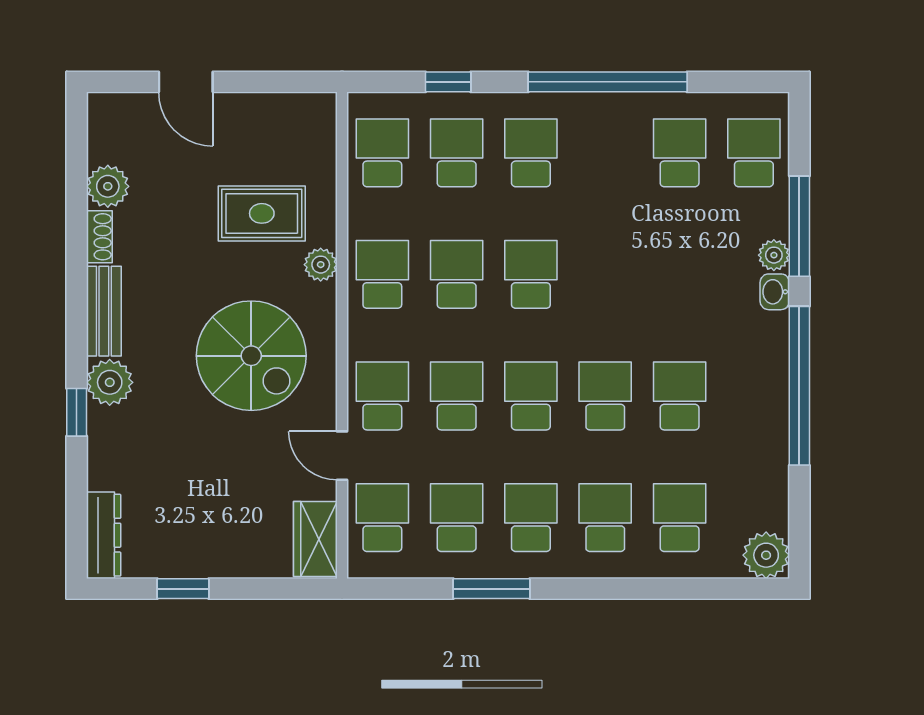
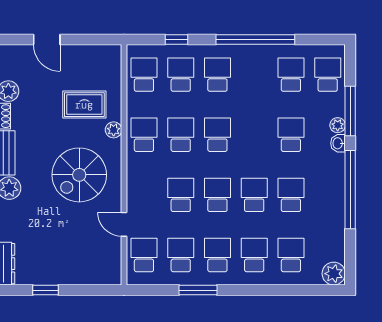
spiral stairs: (251, 356) -> (79, 175), turned 90
school desk: (382, 396) -> (291, 135), moved
wardrobe: (315, 539) -> (111, 266), removed

